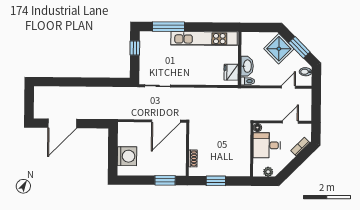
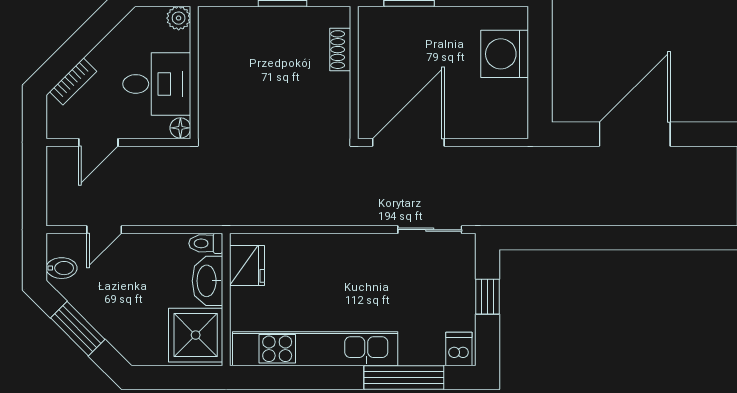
dishwasher: (146, 38) -> (459, 349), added
window: (135, 48) -> (488, 297), moved
shower: (279, 49) -> (196, 335), moved, turned 45
door: (62, 123) -> (635, 134), moved
plant: (268, 172) -> (179, 18), moved

